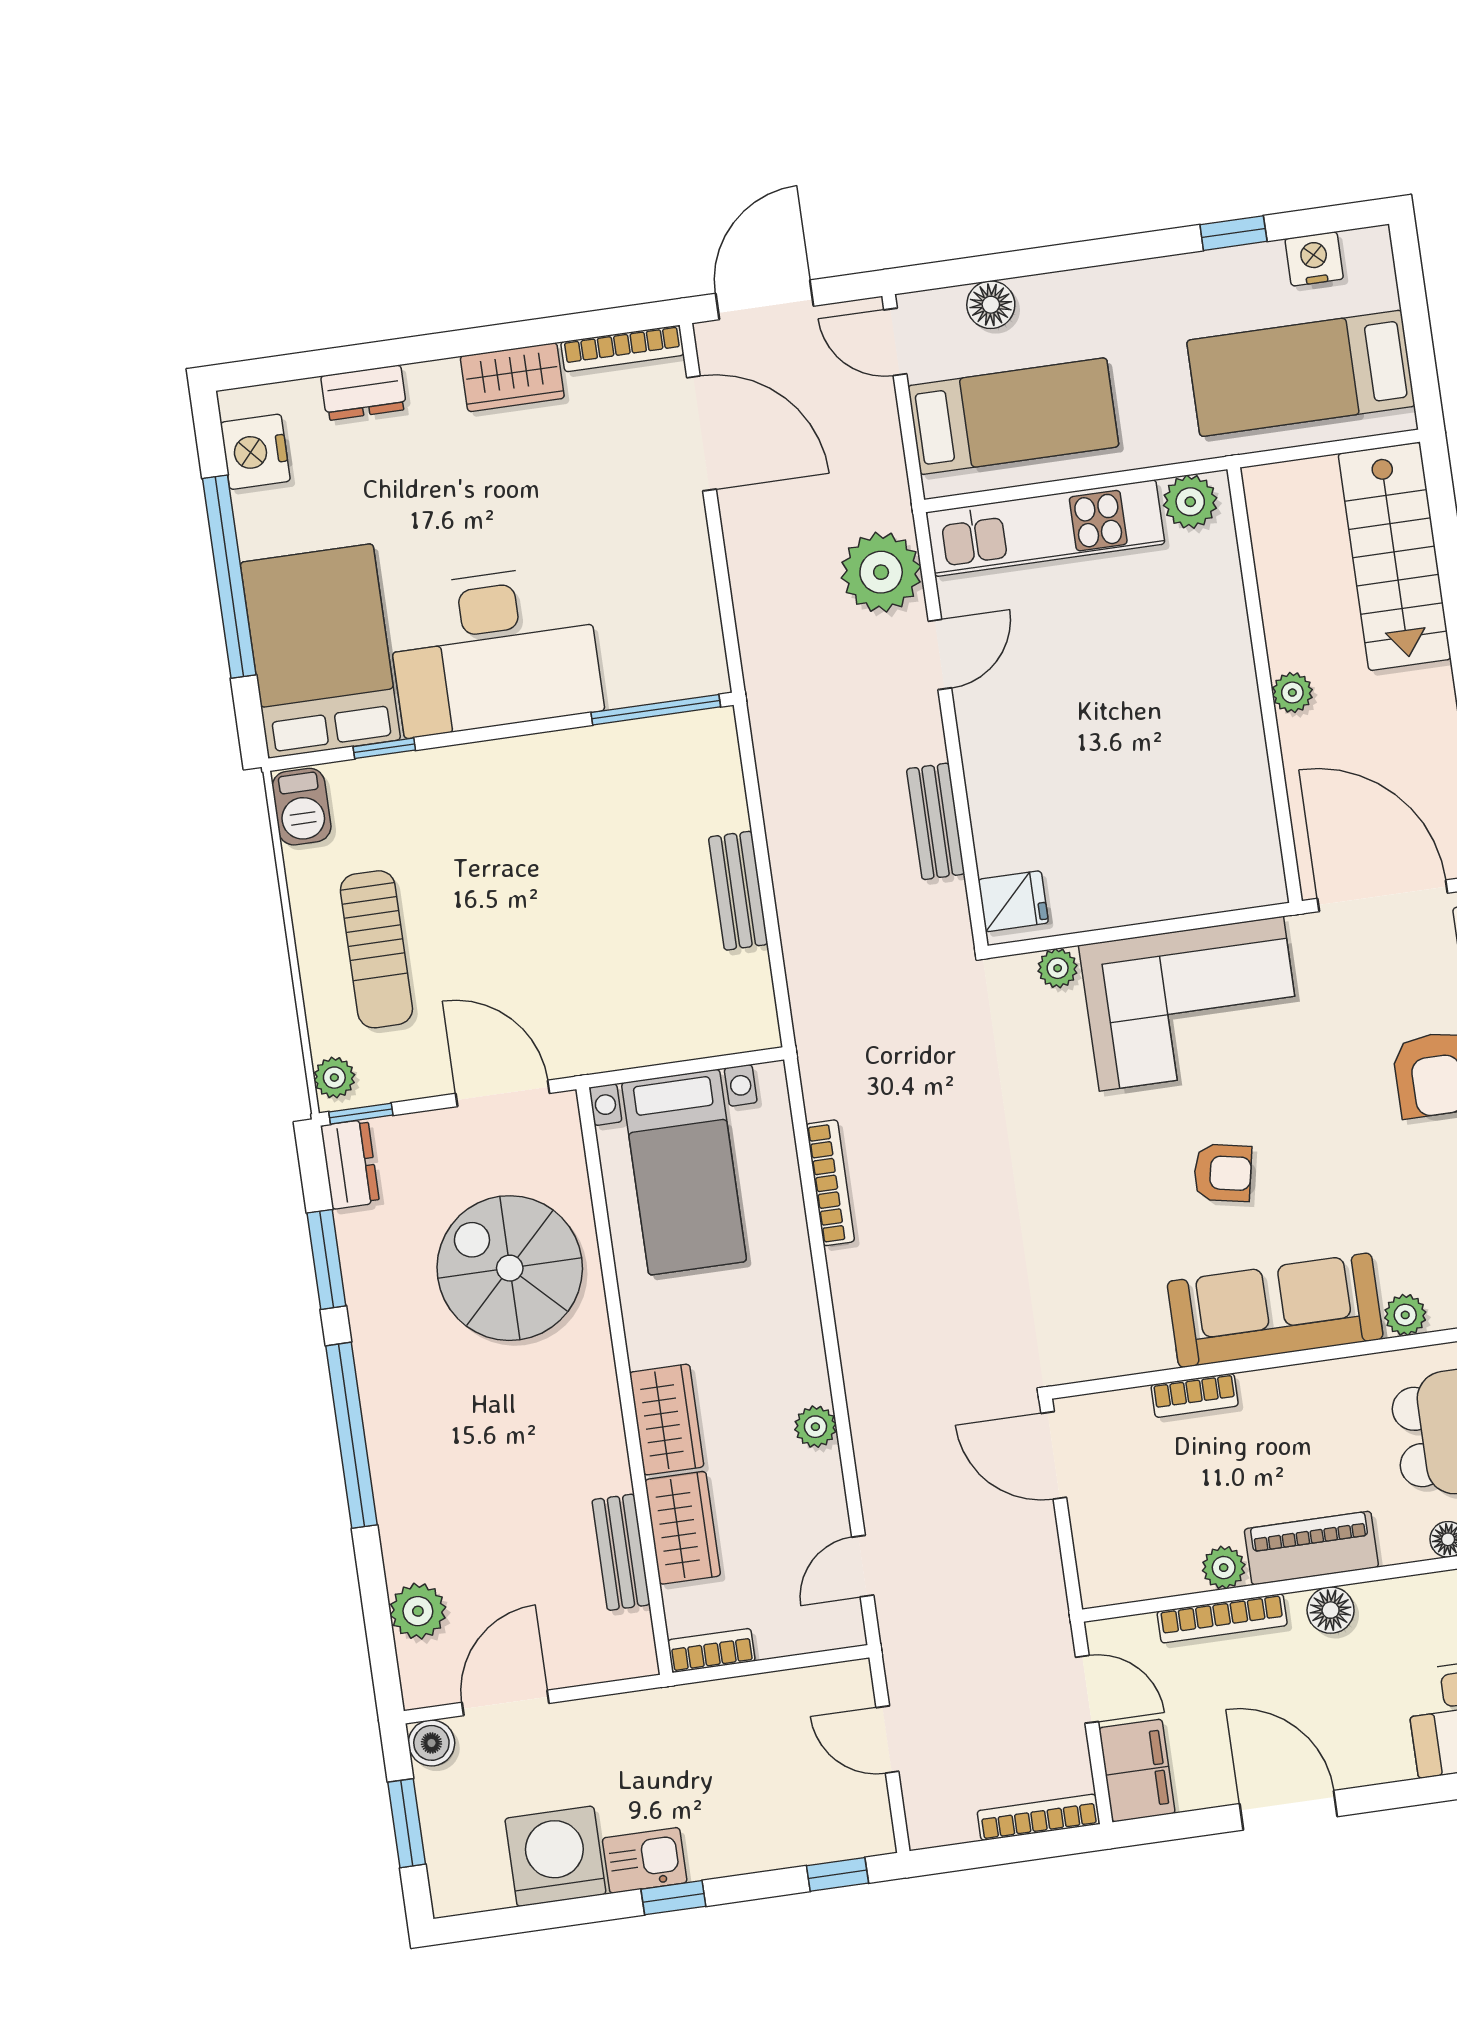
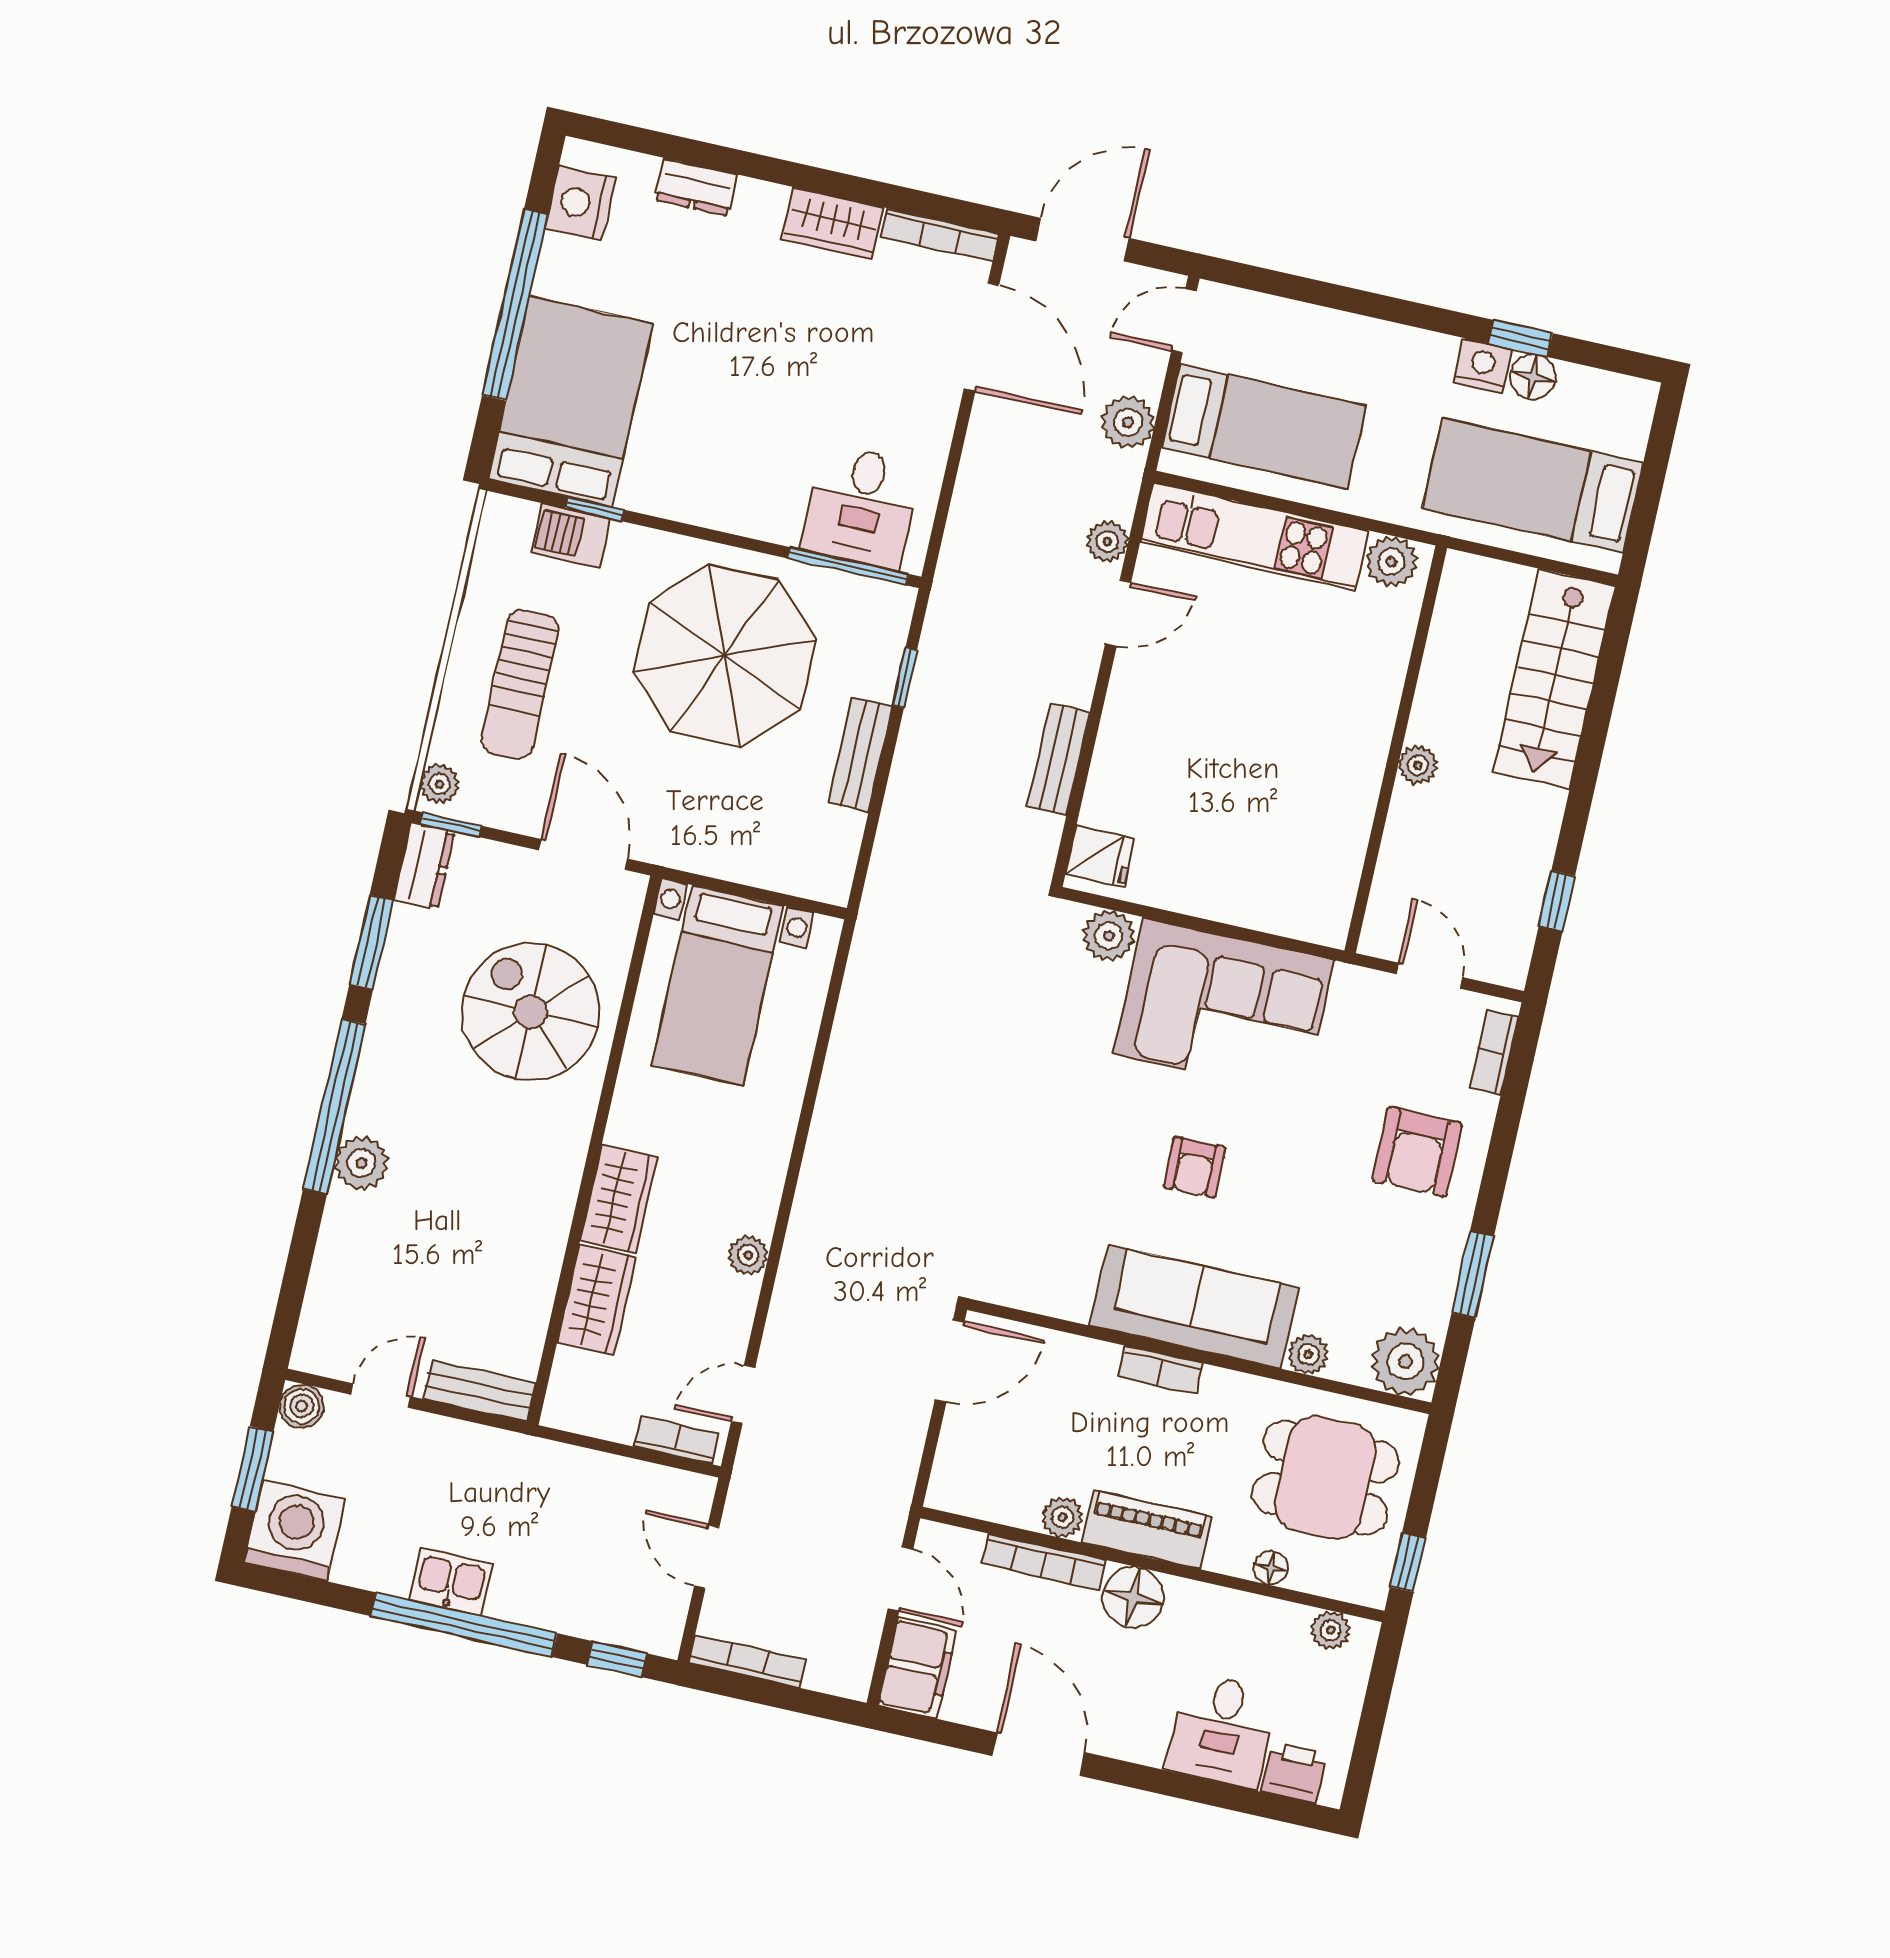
nightstand: (1314, 259) -> (1483, 366), moved
floor lamp: (991, 305) -> (1533, 377), moved
door: (895, 342) -> (1184, 321), hinge flipped
plant: (878, 463) -> (1128, 422), added
plant: (881, 572) -> (1107, 541), width x0.53, depth x0.53
desk: (494, 650) -> (861, 507), moved, width x0.53, depth x0.77
window: (753, 798) -> (905, 678), added
barbecue: (302, 807) -> (570, 535), moved, turned 90
parasol: (567, 844) -> (725, 656), added
door: (1383, 896) -> (1429, 976), width x0.53
plant: (1058, 968) -> (1109, 936), width x1.38, depth x1.38
armchair: (1223, 1173) -> (1194, 1167), turned 78
bookcase: (830, 1183) -> (843, 1044), removed
bookcase: (1195, 1395) -> (1160, 1370), moved
door: (1054, 1455) -> (950, 1361), swing flipped
bench: (621, 1552) -> (480, 1391), moved, turned 90
floor lamp: (1331, 1610) -> (1133, 1597), width x1.38, depth x1.38
plant: (418, 1611) -> (361, 1163), moved
bookcase: (711, 1650) -> (677, 1440), moved
door: (506, 1703) -> (381, 1396), width x0.73
bookcase: (1038, 1817) -> (747, 1661), moved
washing machine: (555, 1856) -> (295, 1531), moved
window: (673, 1898) -> (464, 1625), width x3.17

